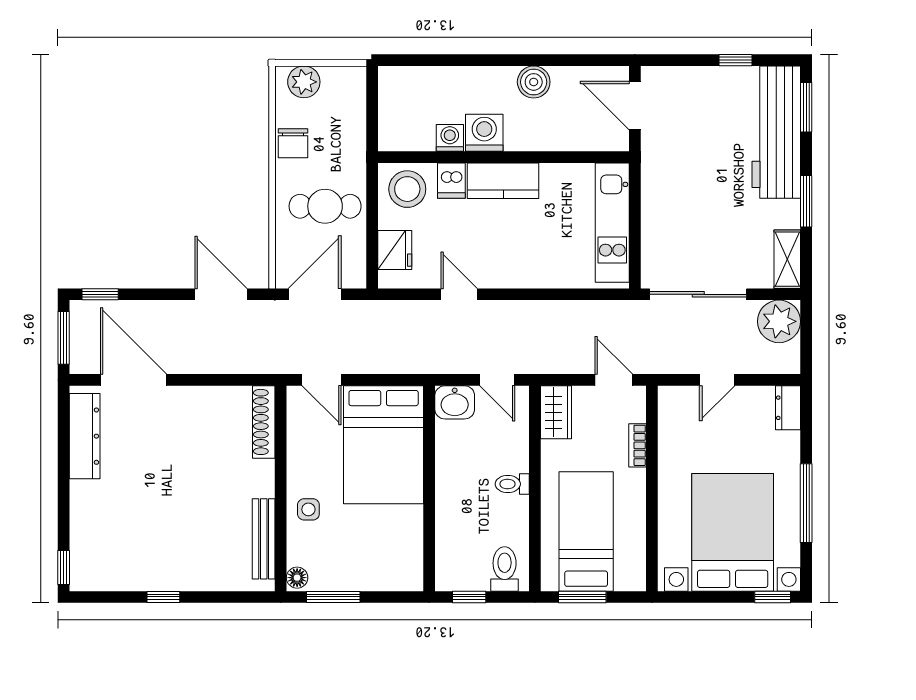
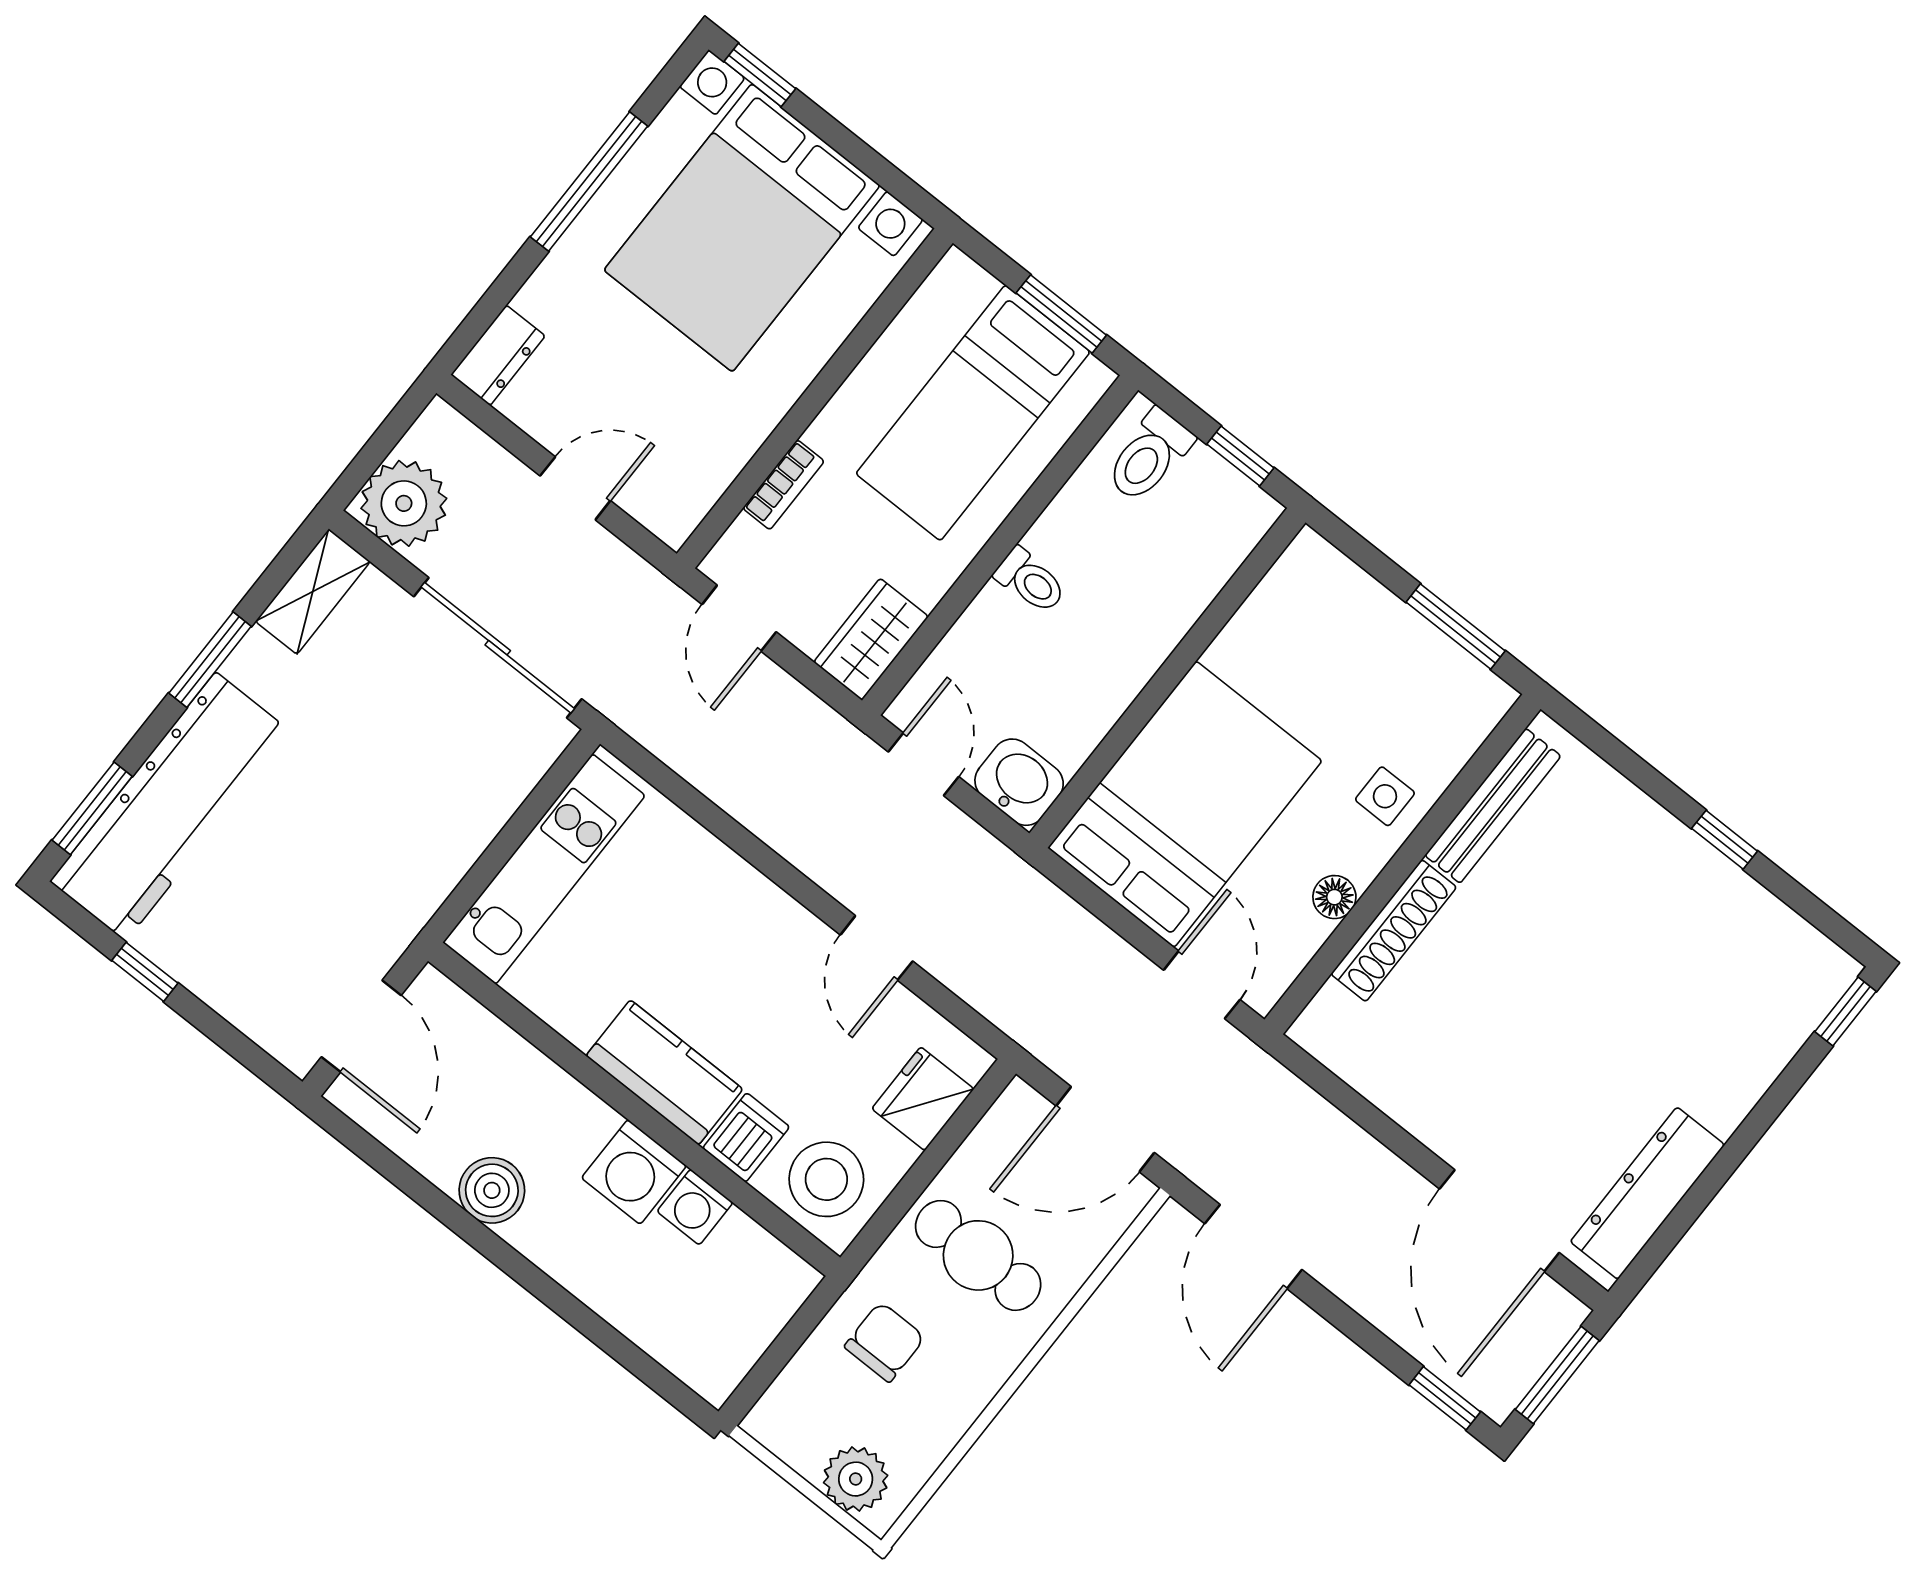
chair: (293, 143) -> (885, 1342), moved
shoe rack: (264, 422) -> (1394, 931), moved
floor lamp: (297, 578) -> (1334, 897), moved

